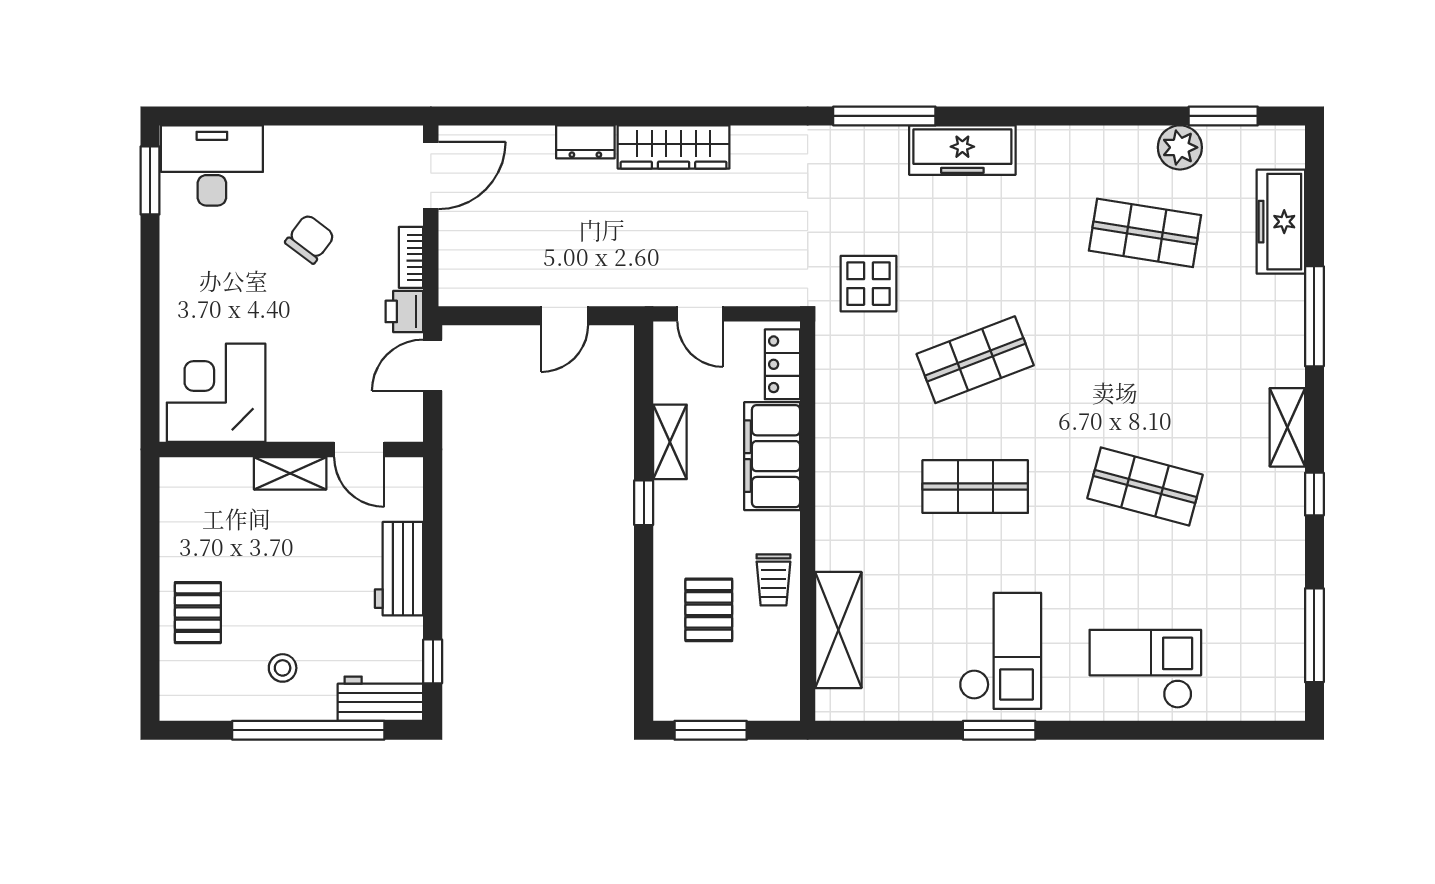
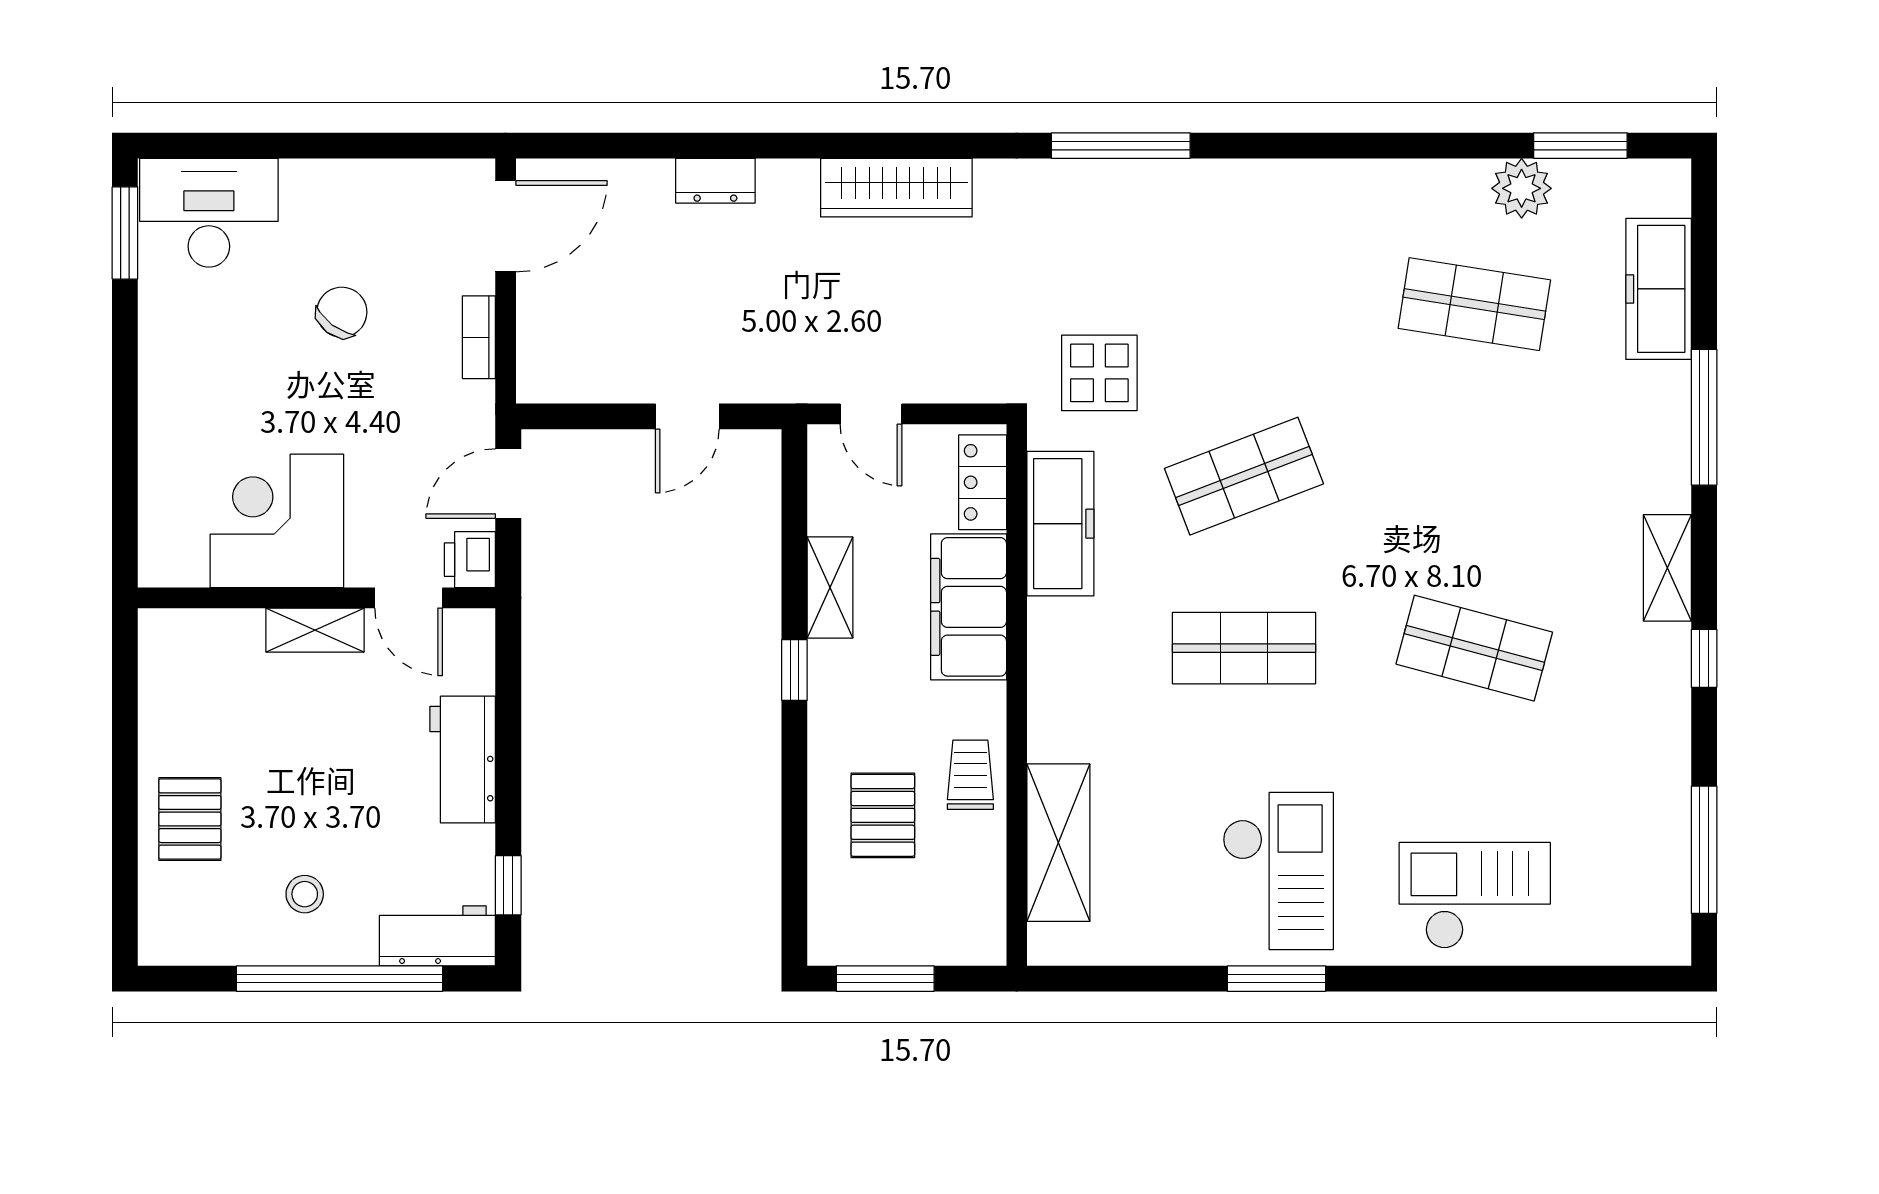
wardrobe: (674, 147) -> (896, 188), moved
freezer: (962, 150) -> (1060, 524), moved, turned -90
printer: (404, 311) -> (470, 560), moved
corner desk: (216, 393) -> (277, 521), moved
trolley: (773, 580) -> (970, 775), turned 180

